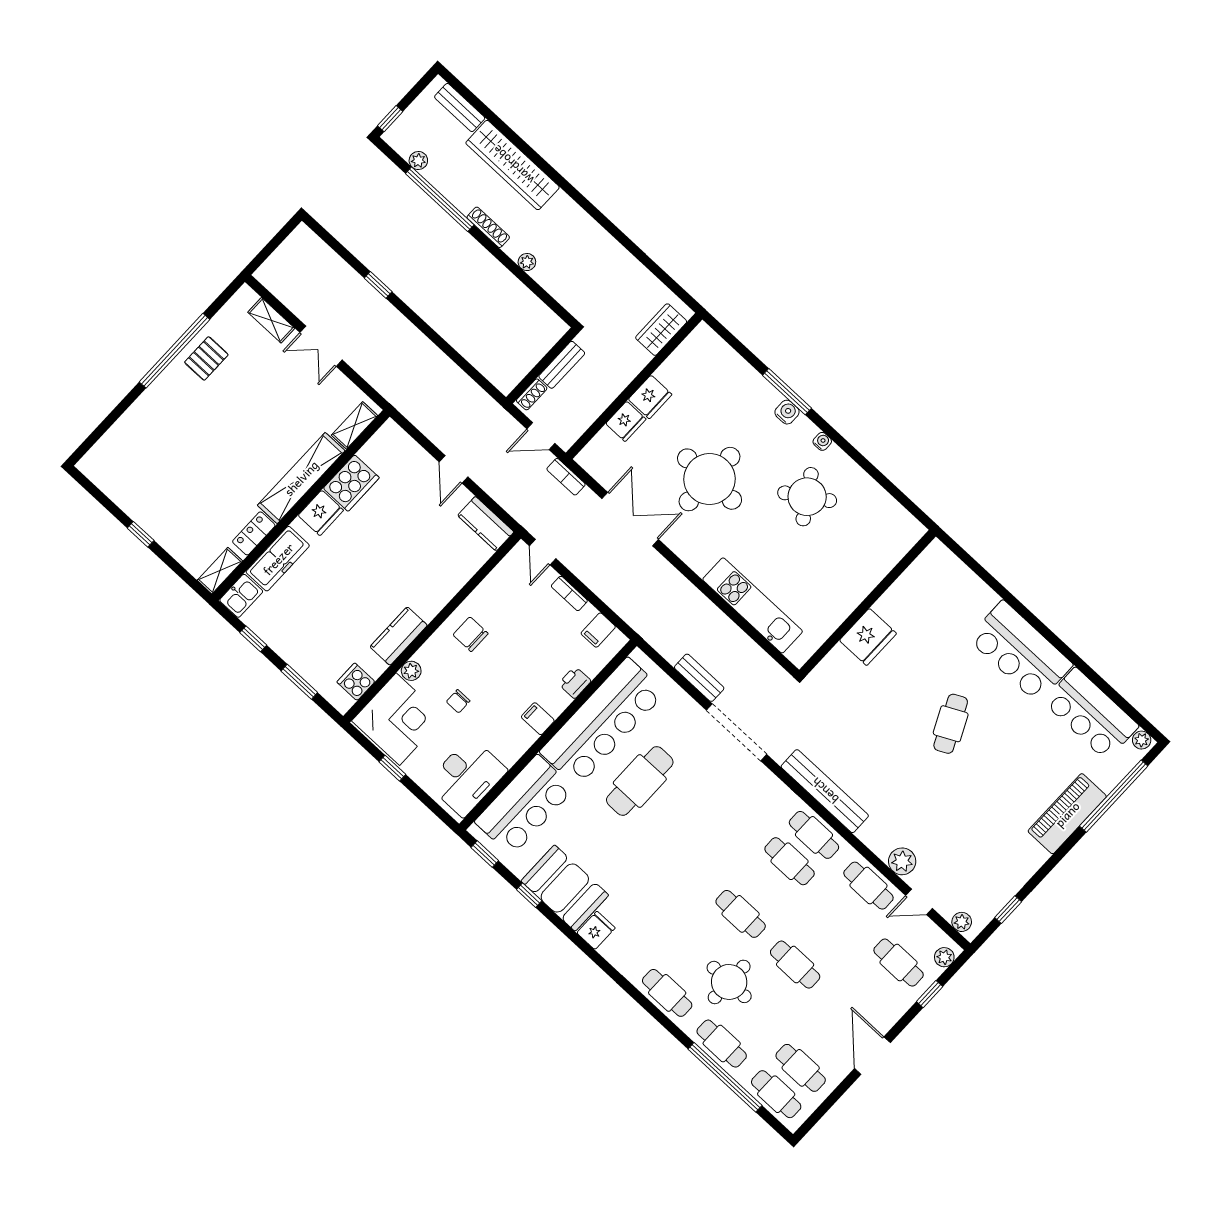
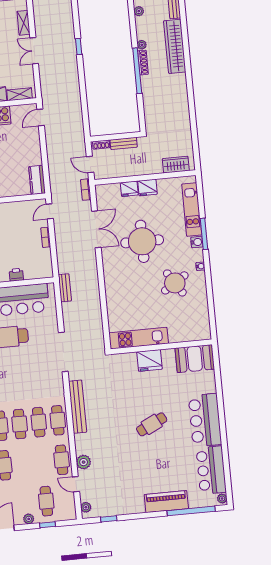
window: (440, 199) -> (137, 71), moved
plant: (527, 262) -> (142, 45), moved
kitchen unit: (739, 373) -> (192, 210), added
door: (454, 469) -> (41, 117), moved
booth: (929, 578) -> (195, 359), added
kitchen unit: (753, 605) -> (139, 338), moved, turned -90
filing cabinet: (598, 630) -> (44, 262), removed
bench: (699, 678) -> (65, 288), moved
cafe table: (765, 888) -> (20, 424), added
plant: (944, 957) -> (29, 519), moved

